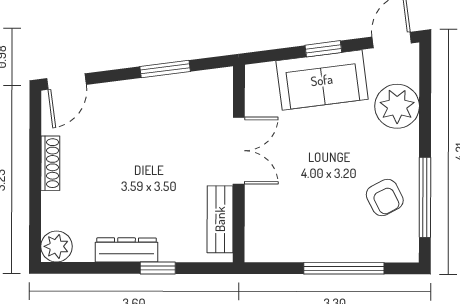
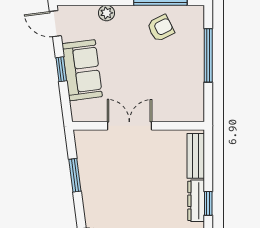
plant: (397, 106) -> (107, 13), width x0.53, depth x0.53
bench: (220, 219) -> (196, 156), moved, turned 90
window: (158, 268) -> (208, 203), moved

